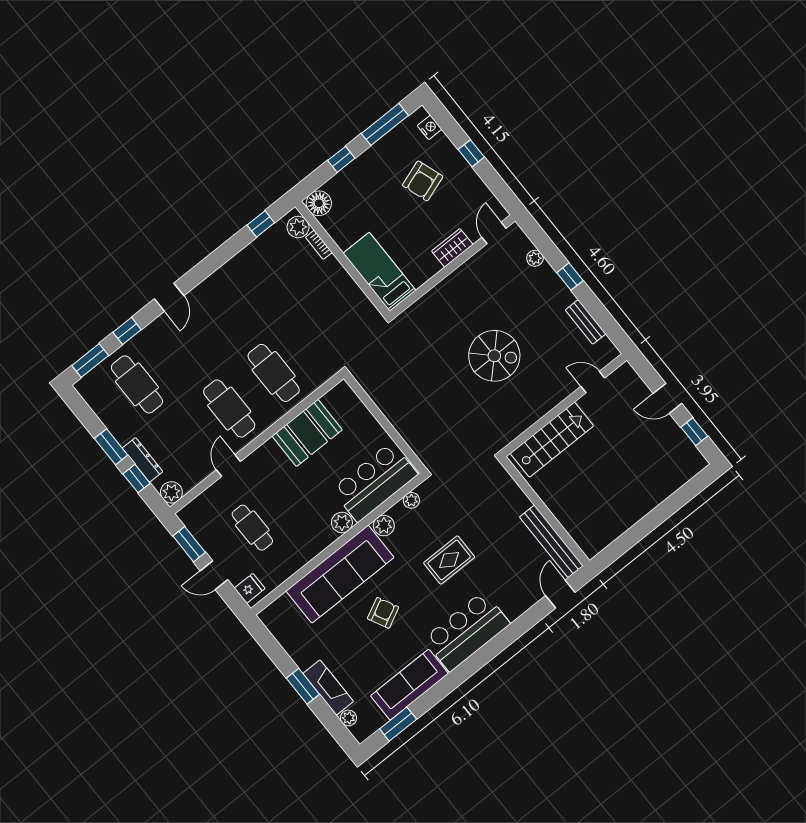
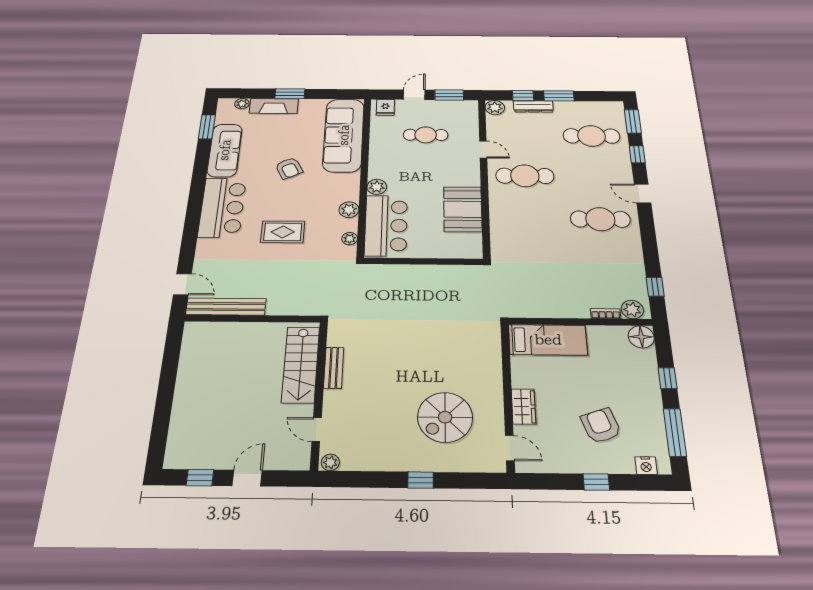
plant: (535, 258) -> (330, 462), moved
bench: (585, 322) -> (334, 368), moved, turned 90
spiral stairs: (494, 356) -> (445, 417), moved
cafe table: (274, 373) -> (600, 219), moved
door: (593, 382) -> (317, 430), swing flipped
rug: (449, 560) -> (283, 232), turned 90
sofa: (340, 574) -> (344, 135), moved

